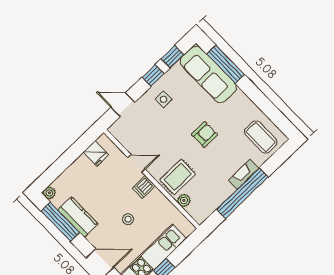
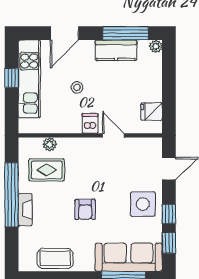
side table: (163, 99) -> (143, 204), width x1.87, depth x1.87
coffee table: (261, 137) -> (55, 258), moved
door: (137, 164) -> (113, 135), swing flipped
rug: (178, 177) -> (47, 170), moved, turned 90

